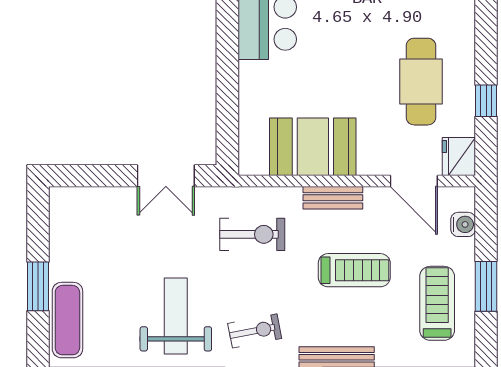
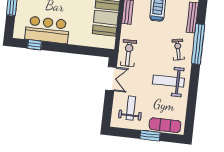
weight bench: (100, 232) -> (131, 108), added
exercise bike: (252, 234) -> (129, 53), moved

